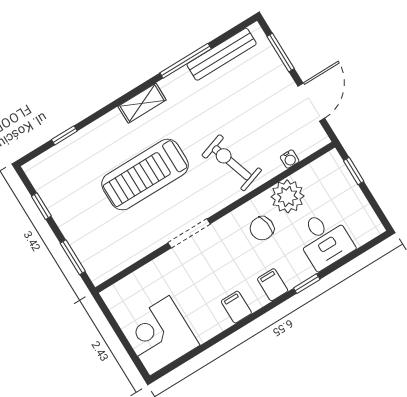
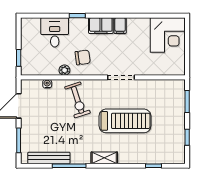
plant: (288, 196) -> (64, 70), width x0.53, depth x0.53
filing cabinet: (273, 285) -> (101, 26), width x2.00

